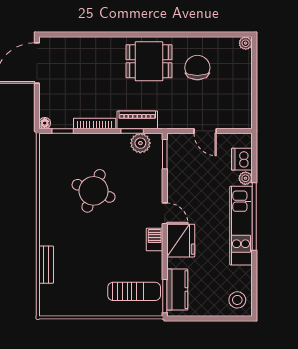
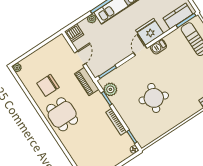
piano: (137, 120) -> (87, 81), moved
dishwasher: (242, 159) -> (74, 33), moved

